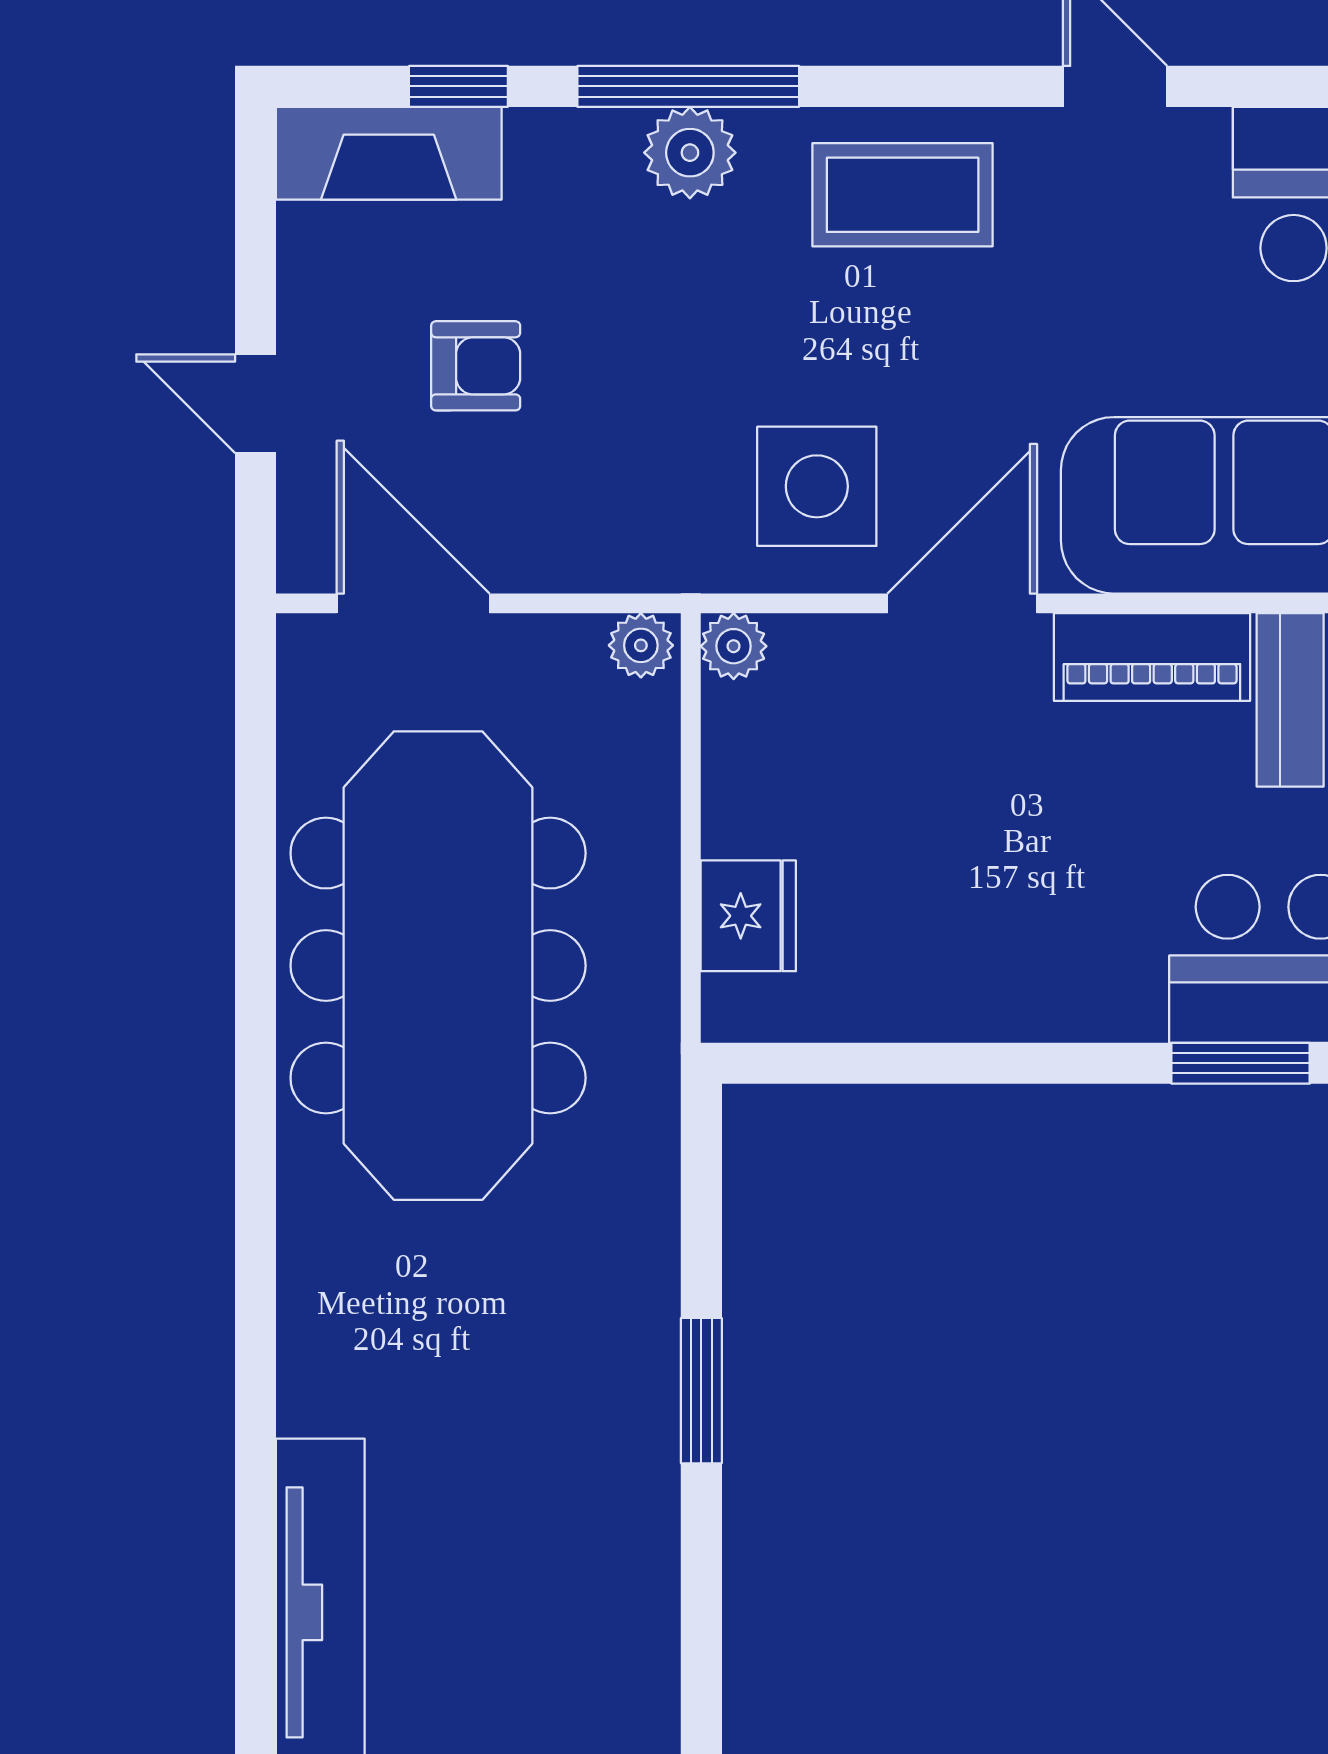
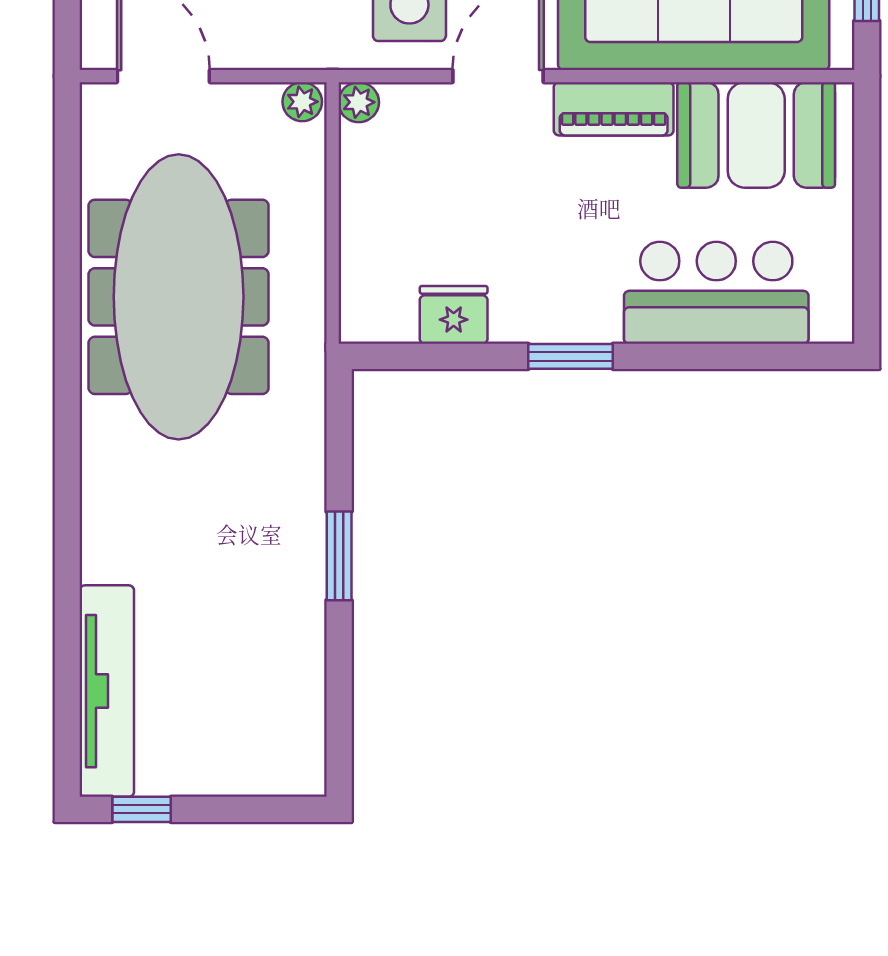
fridge: (748, 916) -> (454, 315), moved, turned -90
window: (1241, 1063) -> (571, 356), moved

